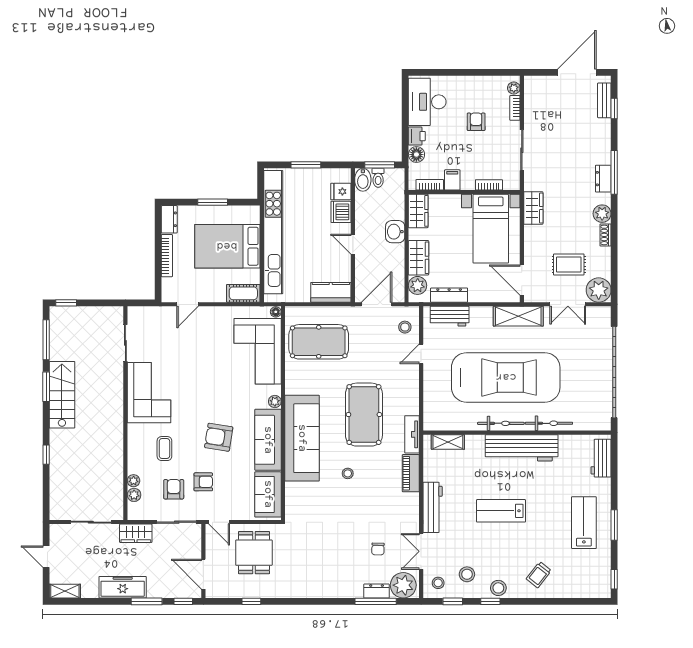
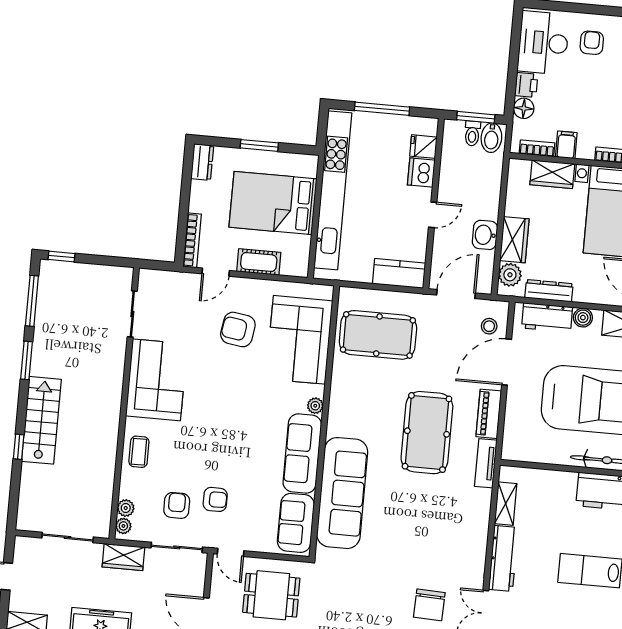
armchair: (476, 122) -> (592, 43), moved
window: (306, 165) -> (382, 109), width x1.44
bidet: (363, 180) -> (491, 138), moved
wardrobe: (418, 211) -> (552, 174), moved, turned 90
washbasin: (395, 232) -> (485, 235), moved
door: (353, 244) -> (433, 215), swing flipped
bookcase: (167, 256) -> (192, 240), moved
cot: (243, 293) -> (259, 262), moved
floor lamp: (276, 312) -> (327, 292), removed
boiler: (478, 314) -> (583, 318), added
door: (421, 354) -> (507, 362), width x1.87
stairs: (62, 395) -> (41, 420), moved
armchair: (219, 437) -> (238, 329), moved
sofa: (302, 438) -> (342, 493), moved
shelving: (448, 442) -> (506, 504), moved, turned 90
coffee table: (164, 449) -> (139, 452), moved
stool: (348, 473) -> (400, 505), removed
piano: (411, 473) -> (489, 414), moved
plant: (134, 481) -> (123, 526), moved
chair: (378, 549) -> (429, 605), width x1.87, depth x1.87
dining table: (254, 553) -> (271, 595), turned 90

